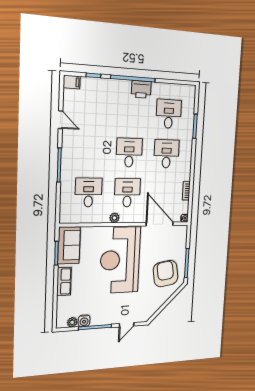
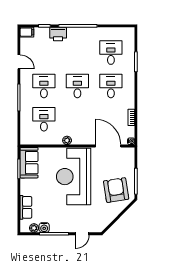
printer: (141, 89) -> (58, 34), moved
desk: (127, 193) -> (44, 86), moved
row of seats: (64, 281) -> (26, 207), moved

